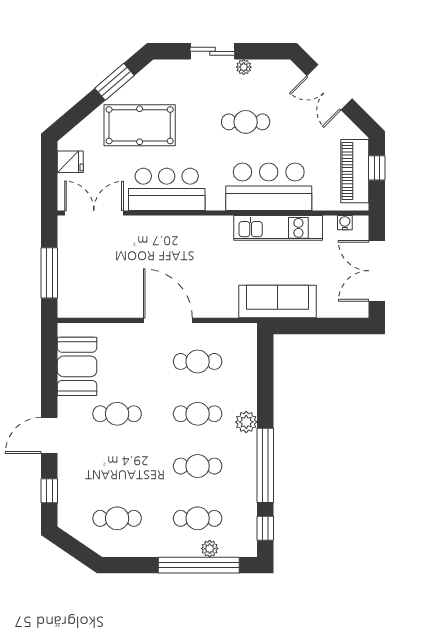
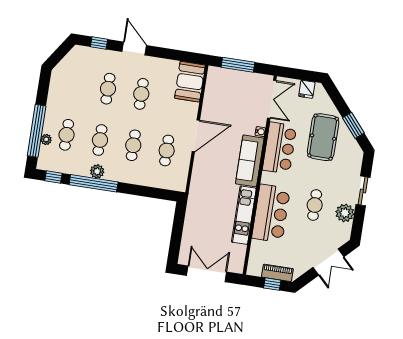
plant: (244, 67) -> (345, 213), width x1.88, depth x1.88
double door: (330, 87) -> (328, 262), swing flipped
piano: (355, 171) -> (277, 273), width x0.73, depth x0.75
water cooler: (345, 223) -> (260, 132), moved
sofa: (278, 302) -> (250, 161), moved, turned 180
booth: (77, 366) -> (190, 82), moved, turned 90
plant: (246, 422) -> (97, 171), moved
cafe table: (117, 518) -> (108, 89), moved

